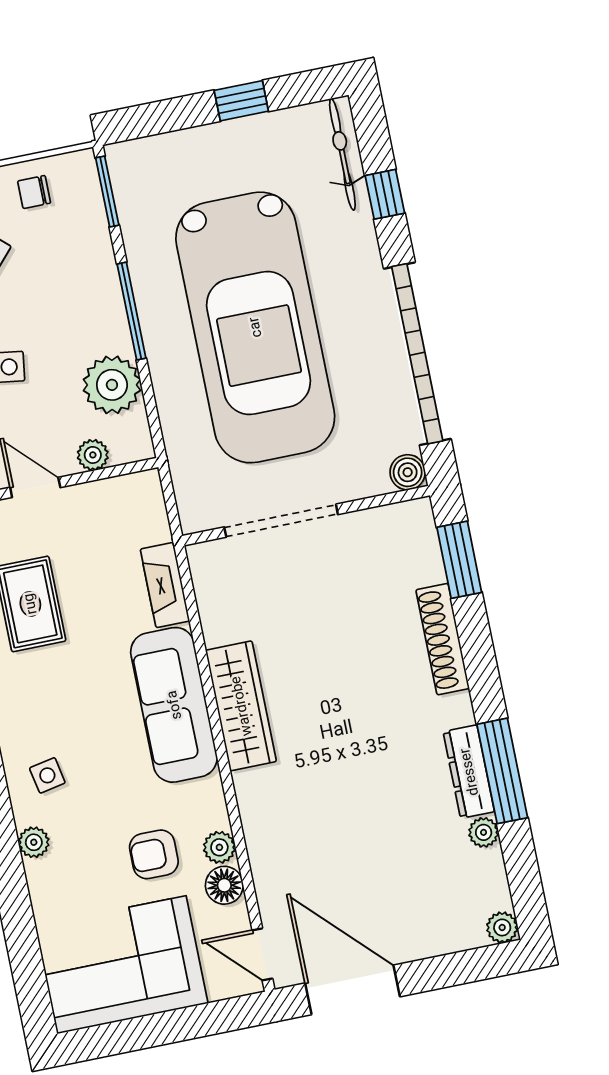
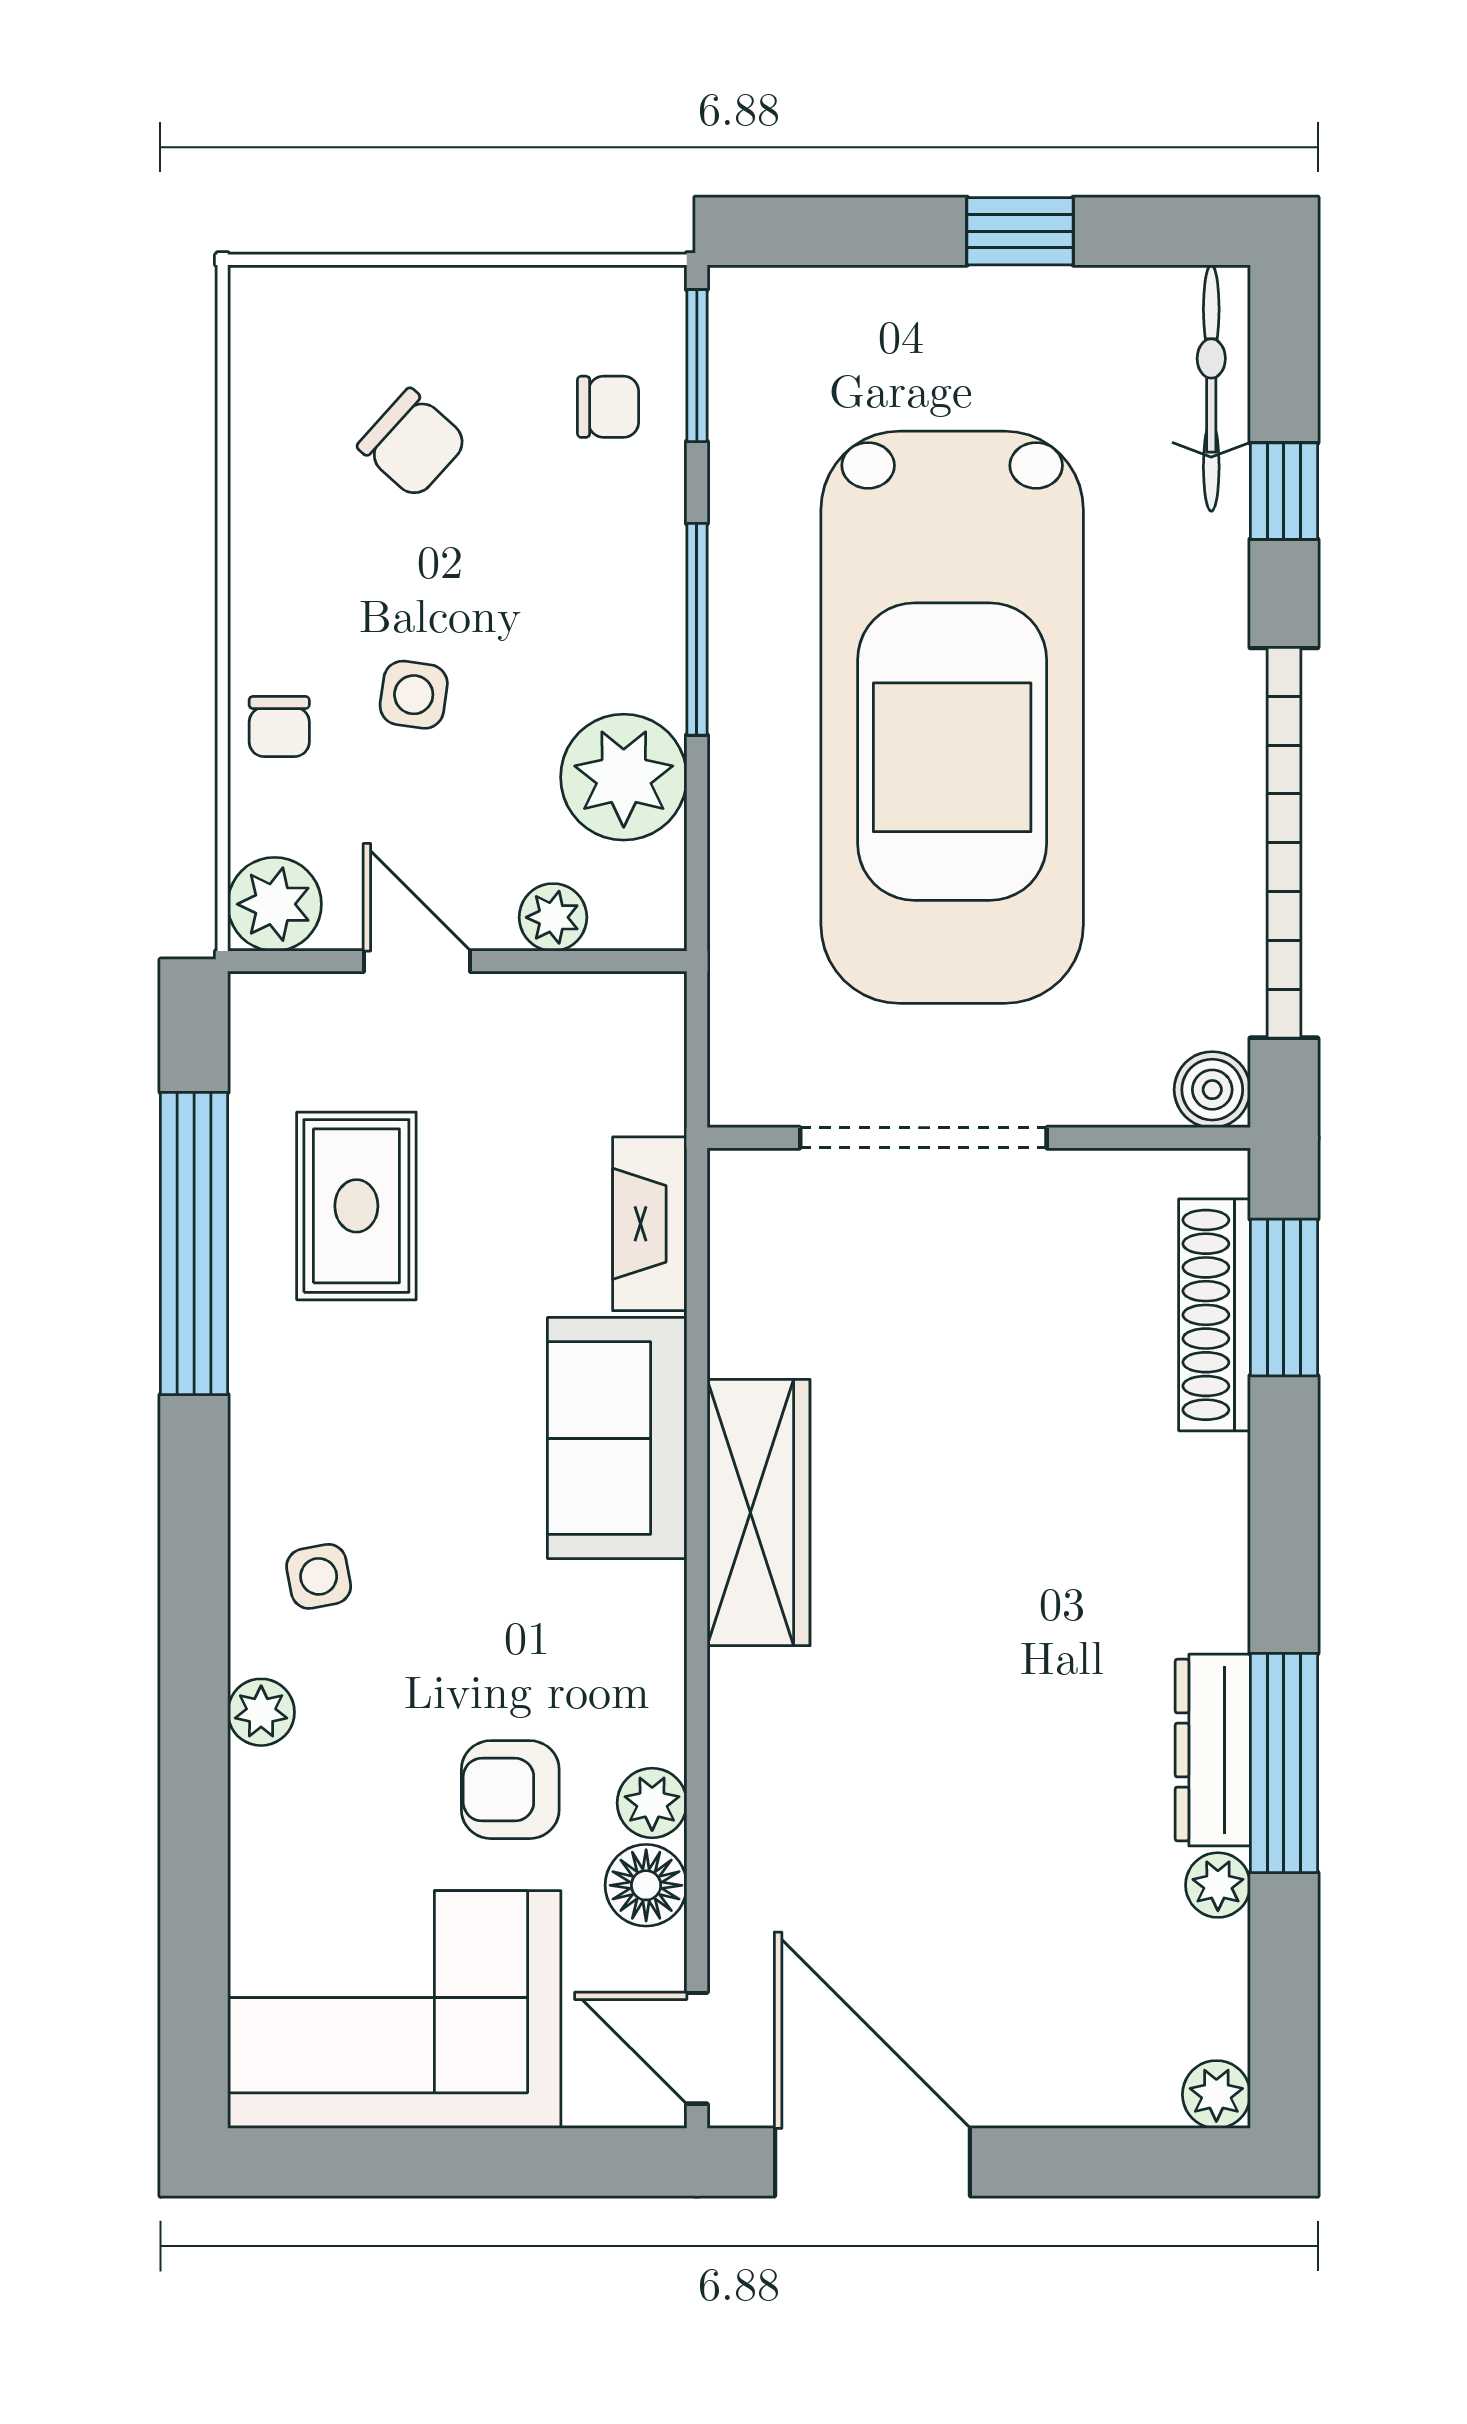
chair: (34, 192) -> (608, 407), moved, turned 180
shoe rack: (443, 639) -> (1214, 1315), moved
sofa: (174, 705) -> (617, 1438), width x0.73

